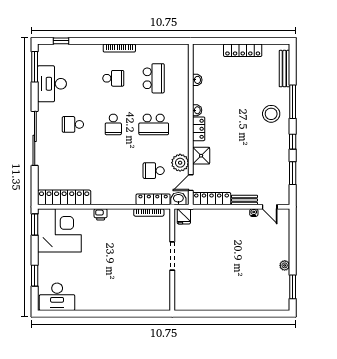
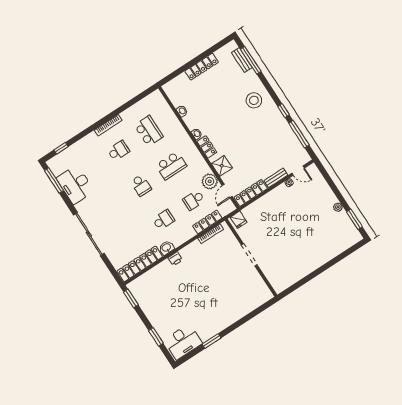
bench: (284, 69) -> (242, 60), width x0.73
window: (293, 102) -> (251, 60), moved
school desk: (73, 124) -> (163, 220), moved, turned 180
window: (293, 173) -> (299, 134), width x1.44
washbasin: (178, 199) -> (166, 248), moved
corner desk: (59, 230) -> (152, 291), removed
window: (84, 314) -> (212, 341), added

